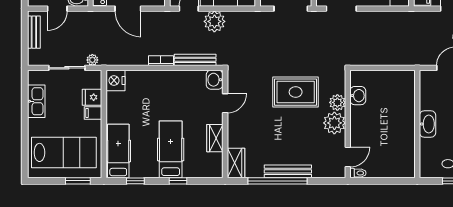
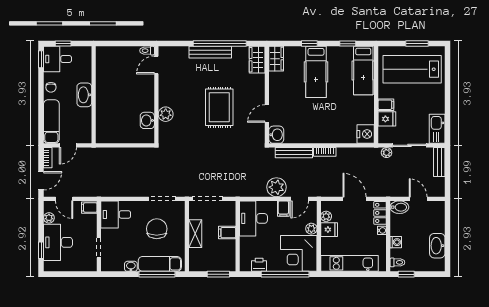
door: (57, 9) -> (418, 199), hinge flipped
bench: (34, 32) -> (439, 162), moved
rug: (296, 92) -> (219, 107), moved, turned 90
kitchen sink: (36, 101) -> (437, 129), moved
plant: (334, 123) -> (168, 96), removed
wardrobe: (215, 138) -> (276, 59), moved
window: (78, 181) -> (417, 44), moved

